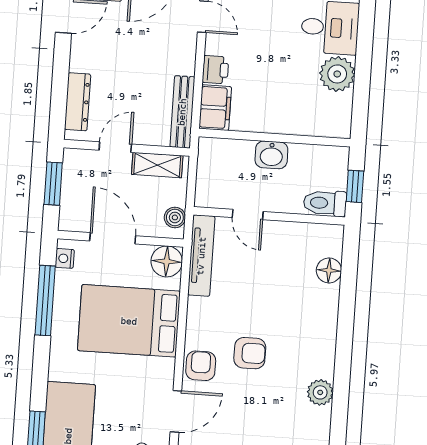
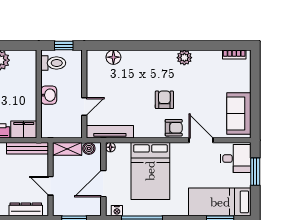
shelving: (157, 165) -> (67, 149), moved, turned 90
toilet: (325, 203) -> (53, 63), moved, turned -90
floor lamp: (167, 261) -> (110, 147), width x0.53, depth x0.53
armchair: (201, 366) -> (174, 128), turned 180

